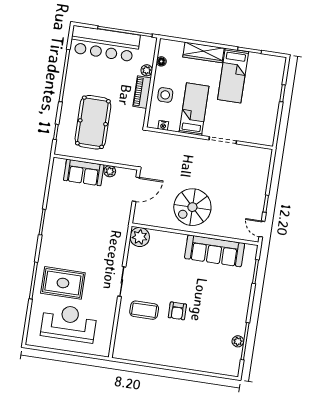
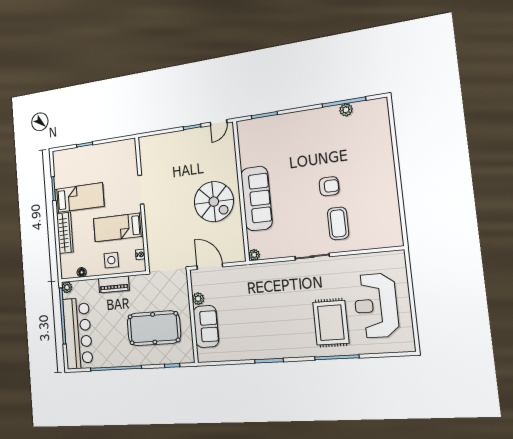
plant: (147, 70) -> (67, 287), moved
plant: (140, 237) -> (254, 255), width x0.53, depth x0.53
sofa: (215, 251) -> (257, 198), moved

